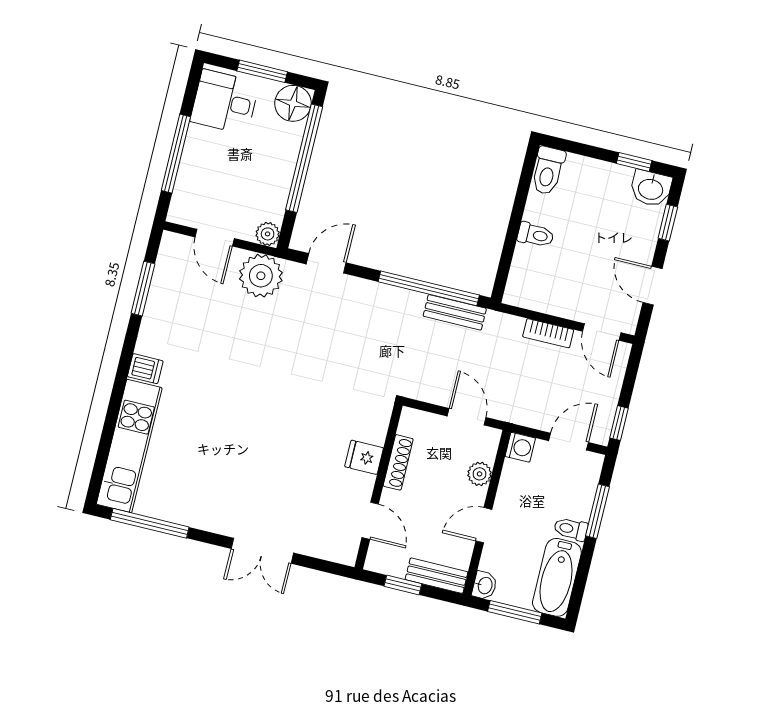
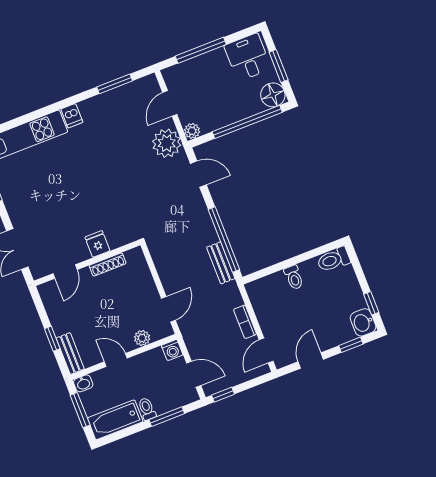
fridge: (364, 457) -> (97, 244), moved
shoe rack: (398, 462) -> (108, 264), moved
wall: (379, 486) -> (87, 263), moved
door: (370, 521) -> (65, 272), moved

